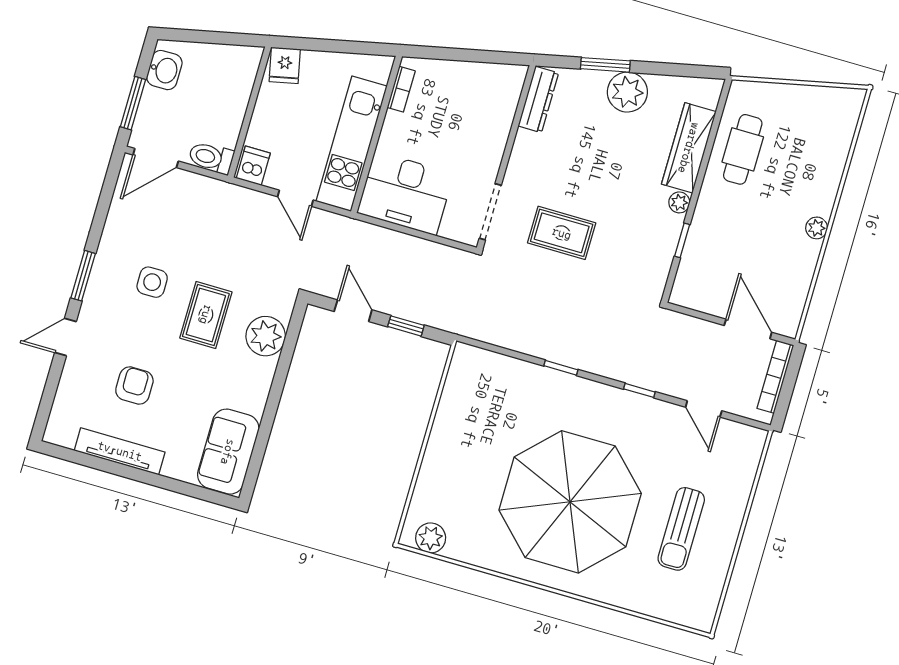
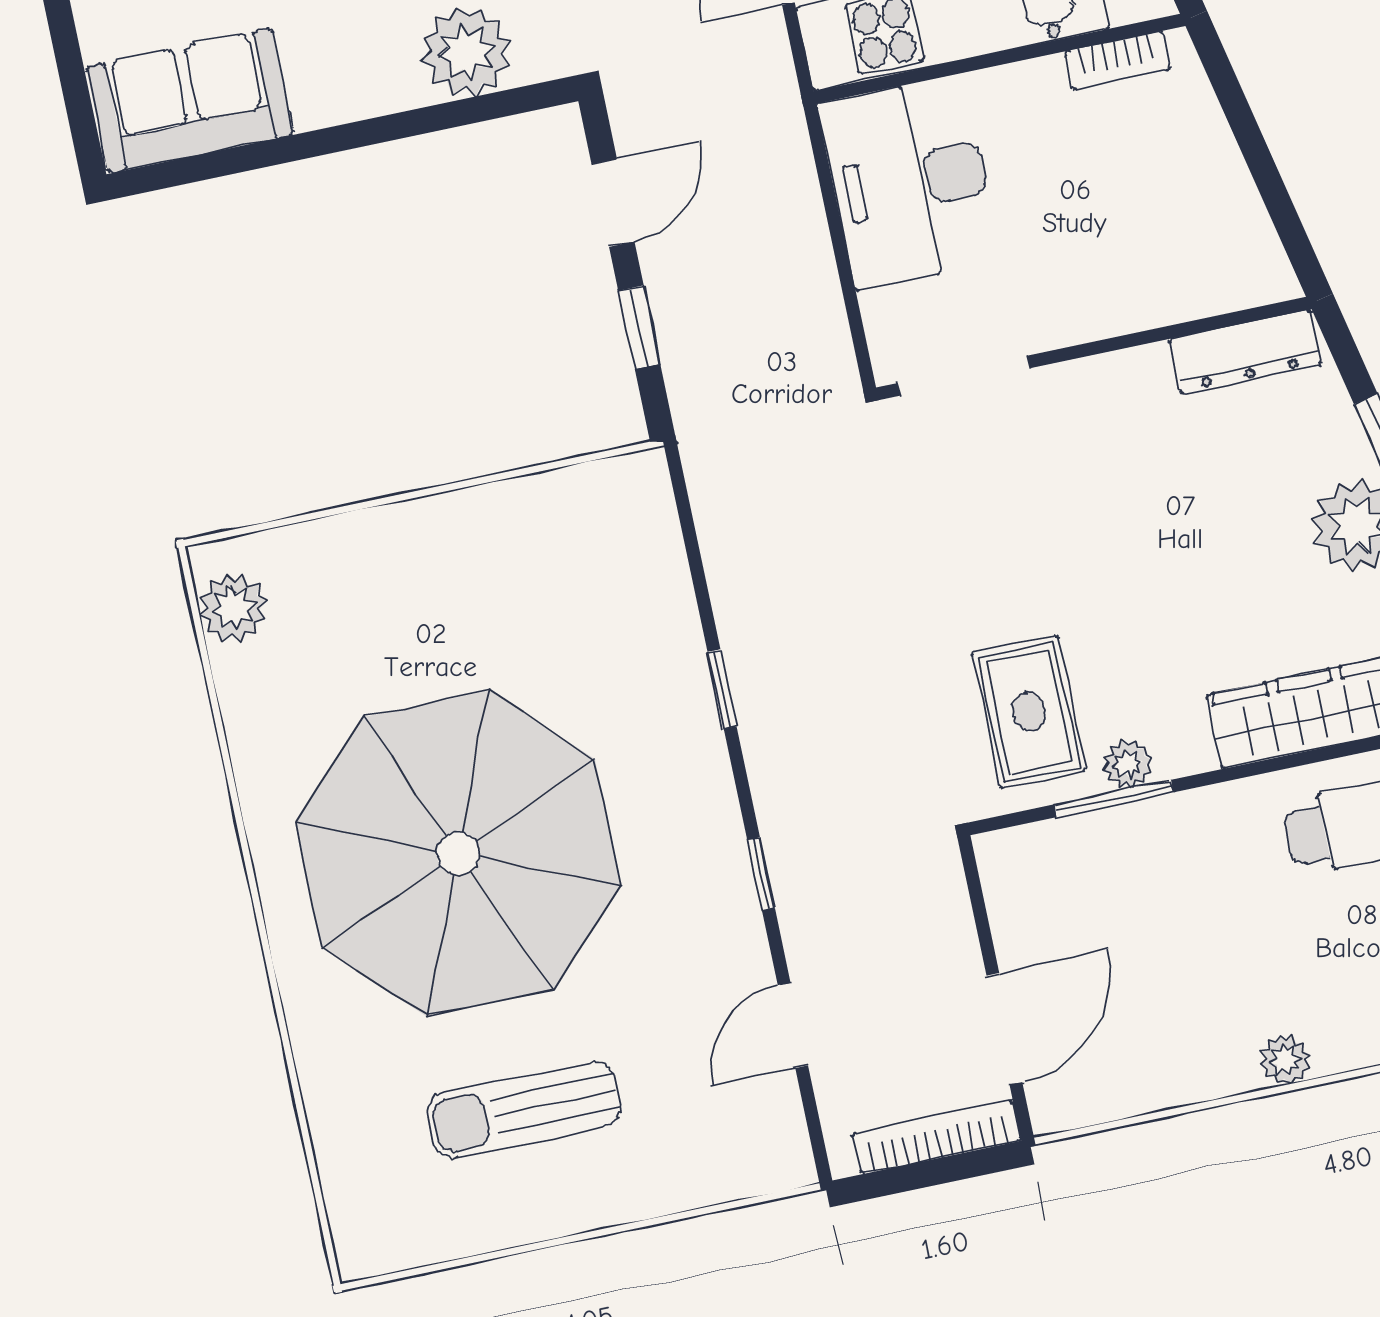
plant: (679, 202) -> (1127, 764), moved
rug: (562, 233) -> (1029, 712), moved
window: (682, 240) -> (1114, 798), width x1.50

